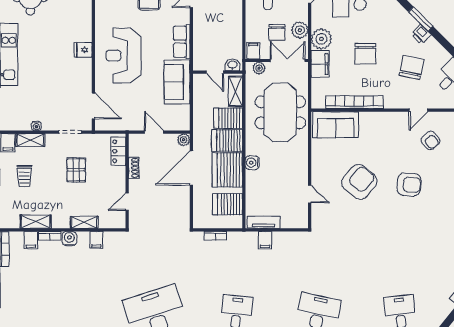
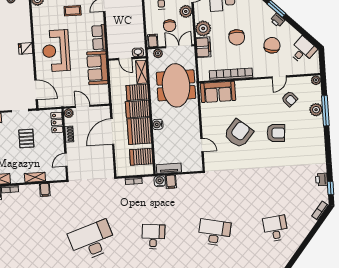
plant: (300, 30) -> (186, 11), moved
plant: (184, 140) -> (69, 113), moved
water cooler: (69, 239) -> (160, 181), moved

